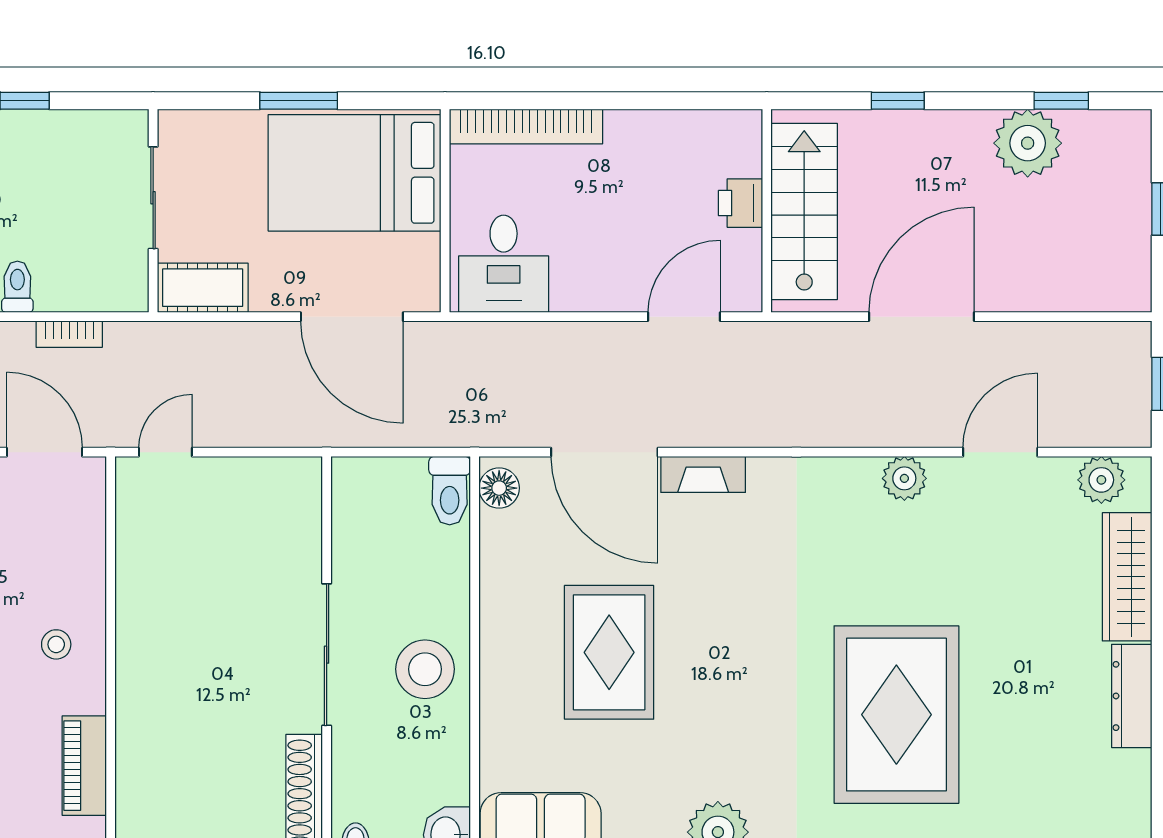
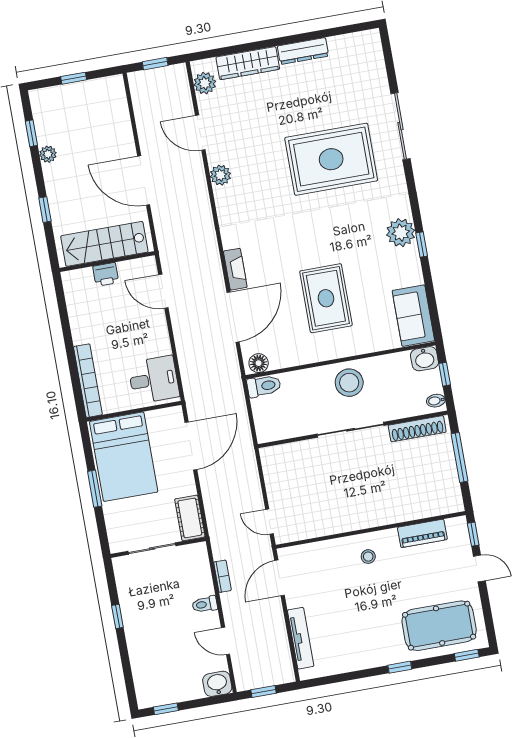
plant: (1028, 143) -> (48, 154), width x0.53, depth x0.53
rug: (609, 652) -> (326, 298), turned 90

